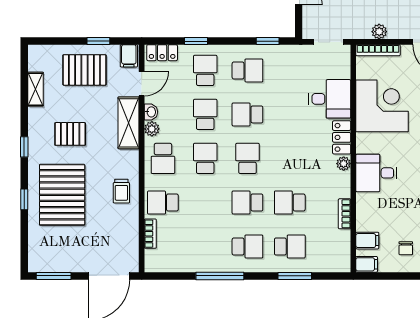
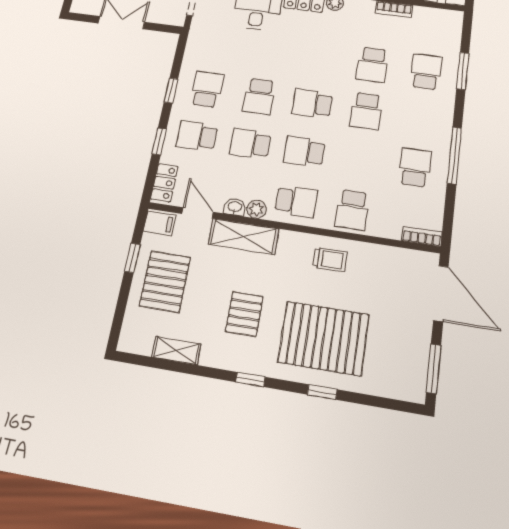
window: (268, 41) -> (171, 91), moved
bookcase: (150, 234) -> (422, 236), moved
school desk: (247, 246) -> (415, 167), moved

